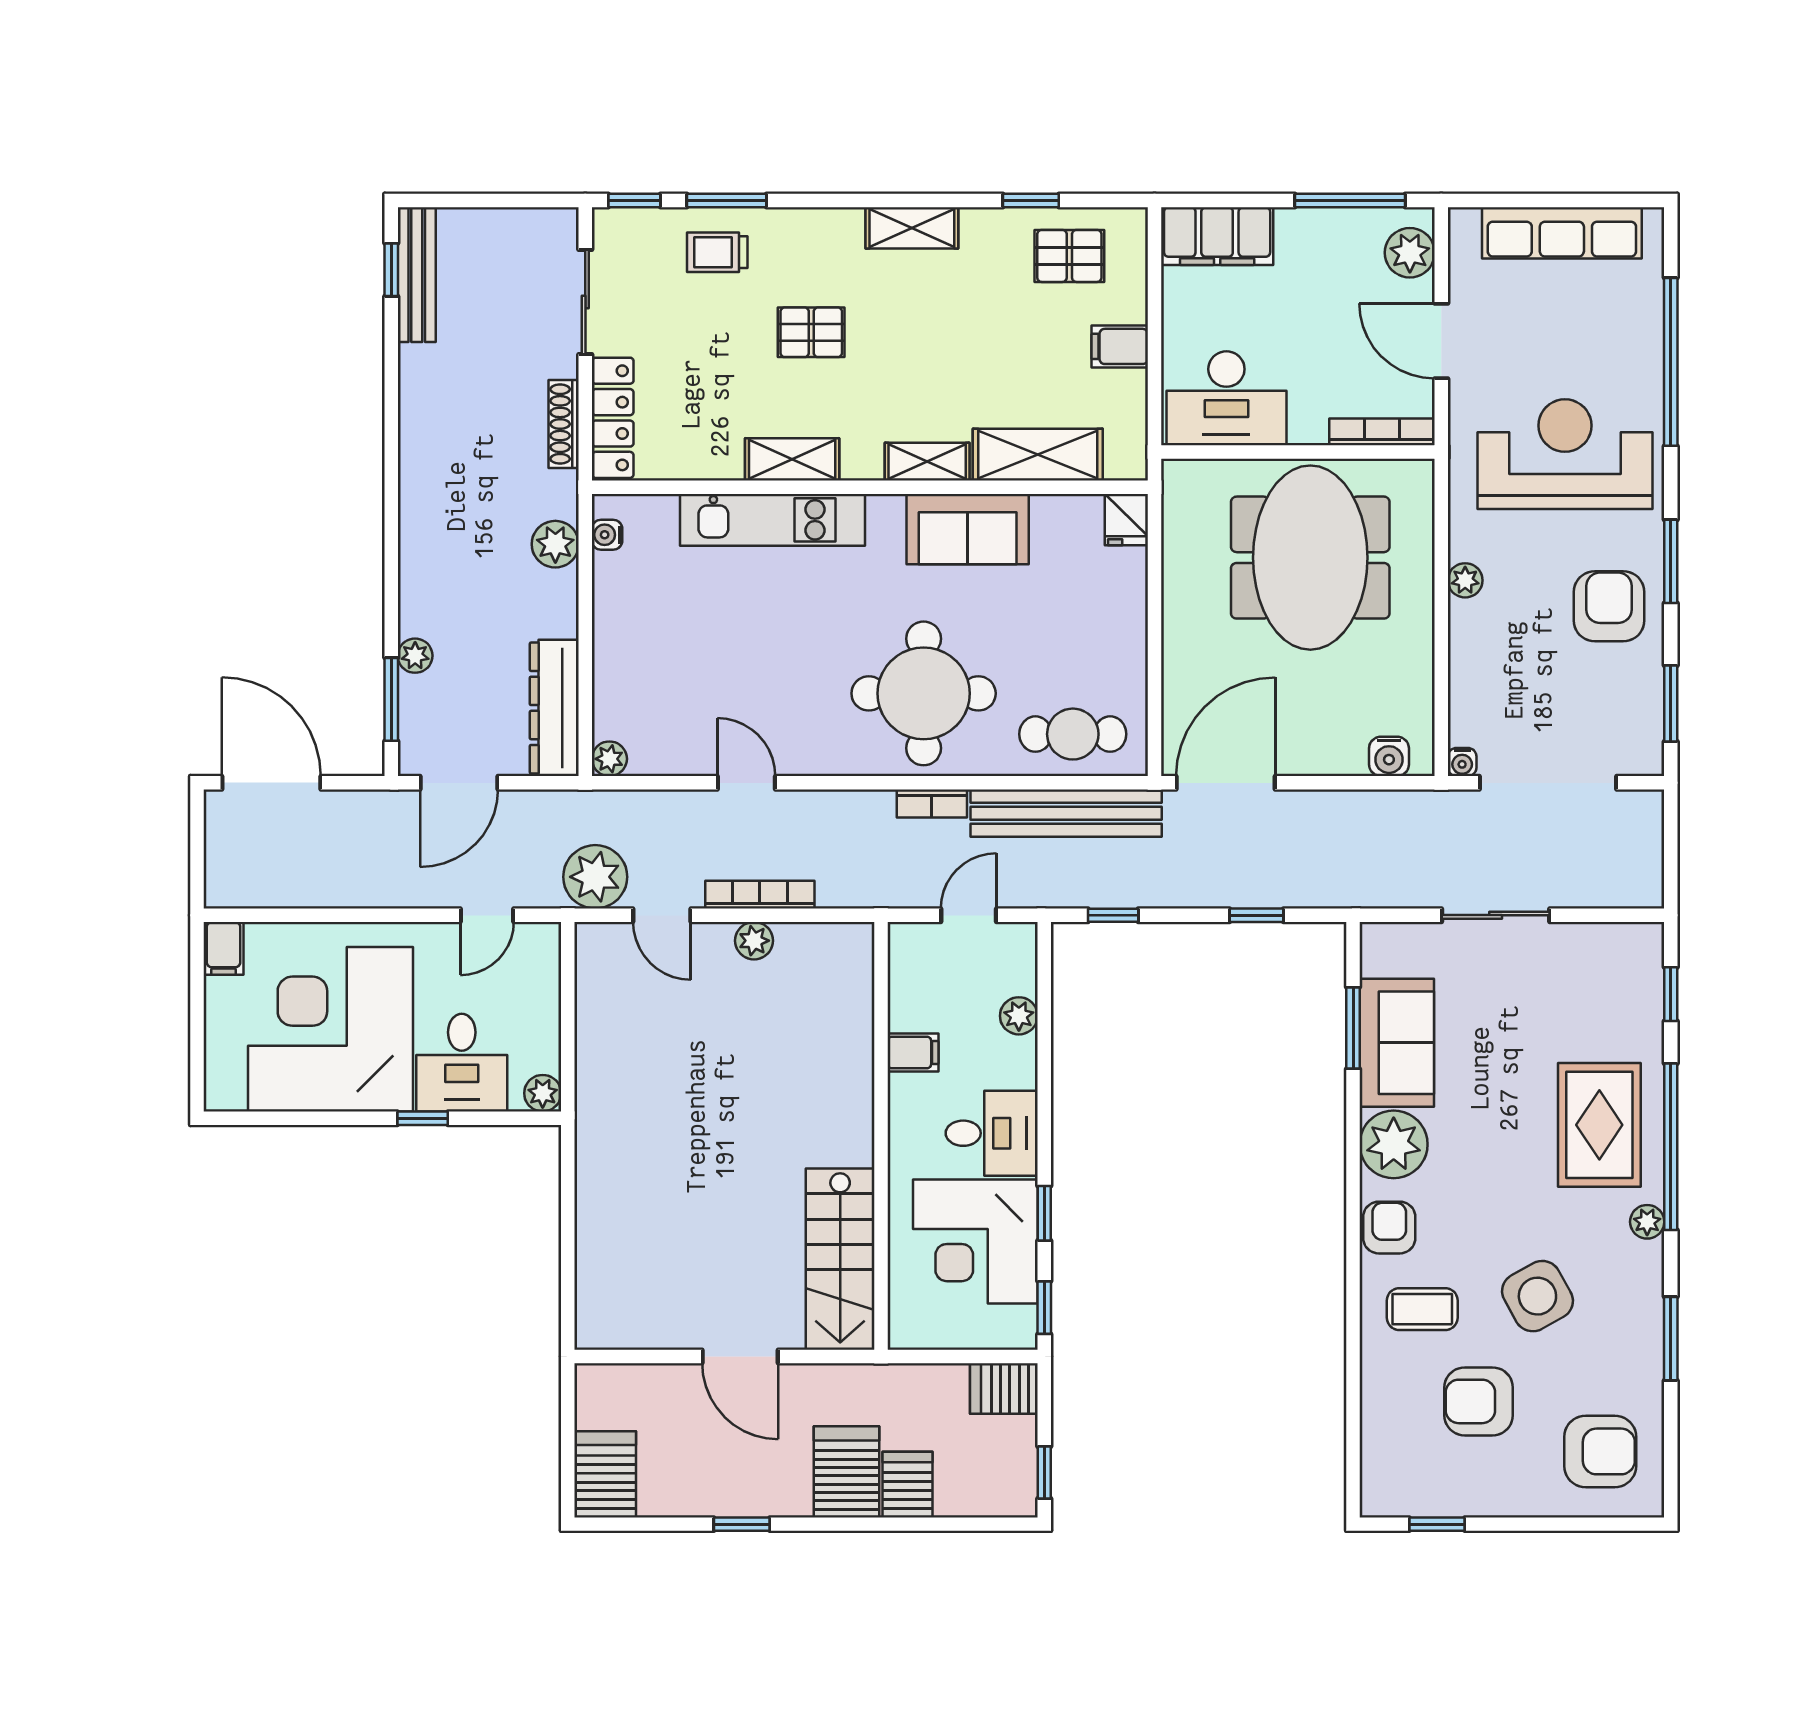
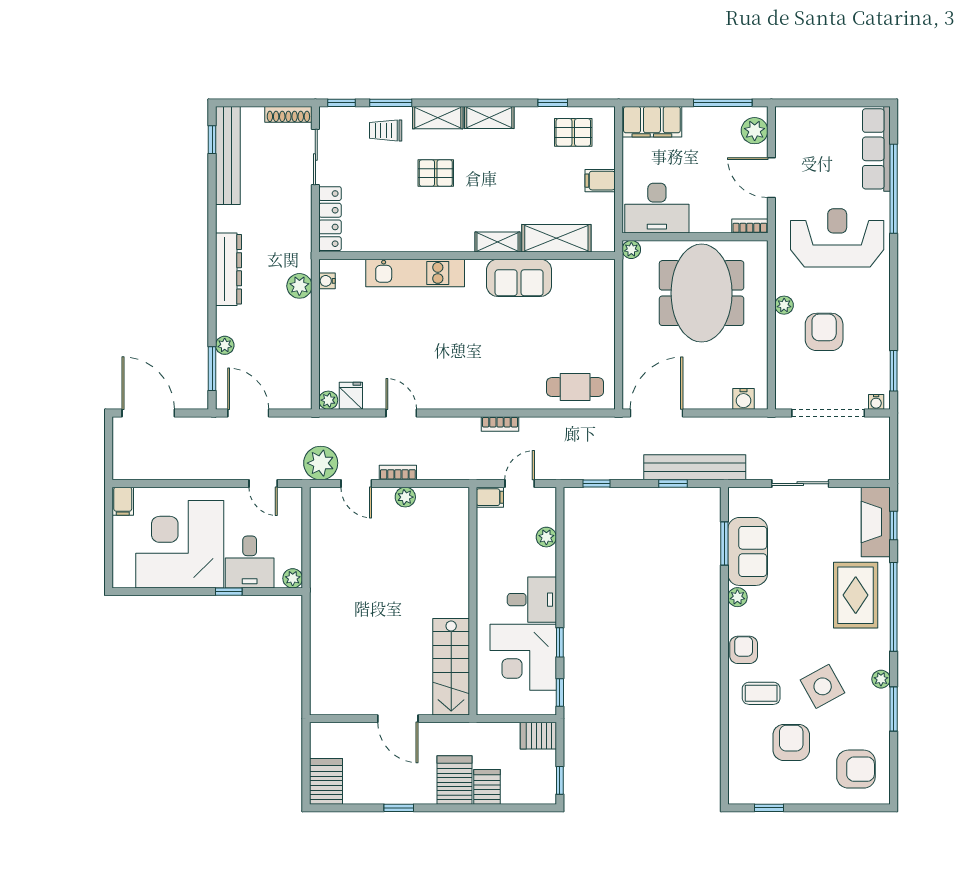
row of seats: (1562, 233) -> (876, 149), moved, turned 90
bench: (417, 275) -> (228, 156), width x1.37, depth x1.21
shoe rack: (564, 424) -> (288, 114), moved, turned -90
bookcase: (1382, 432) -> (750, 226), width x0.64
shelving: (792, 459) -> (438, 118), moved
plant: (1178, 476) -> (631, 249), added
fridge: (1126, 520) -> (351, 396), moved, turned 180
window: (1671, 561) -> (894, 295), removed
armchair: (1609, 606) -> (824, 332), moved
round table: (924, 693) -> (496, 365), removed
dresser: (554, 708) -> (229, 269), moved, turned 180
water cooler: (1462, 762) -> (876, 402), moved
door: (459, 783) -> (248, 413), swing flipped
bench: (1066, 813) -> (695, 467), moved
bookcase: (760, 895) -> (398, 473), width x0.64
door: (487, 915) -> (263, 484), hinge flipped
fireplace: (1637, 987) -> (876, 522), added
filing cabinet: (913, 1053) -> (490, 497), moved
plant: (1394, 1144) -> (737, 597), width x0.53, depth x0.53
plant: (1647, 1222) -> (881, 679), moved
armchair: (1479, 1401) -> (791, 742), turned 90

